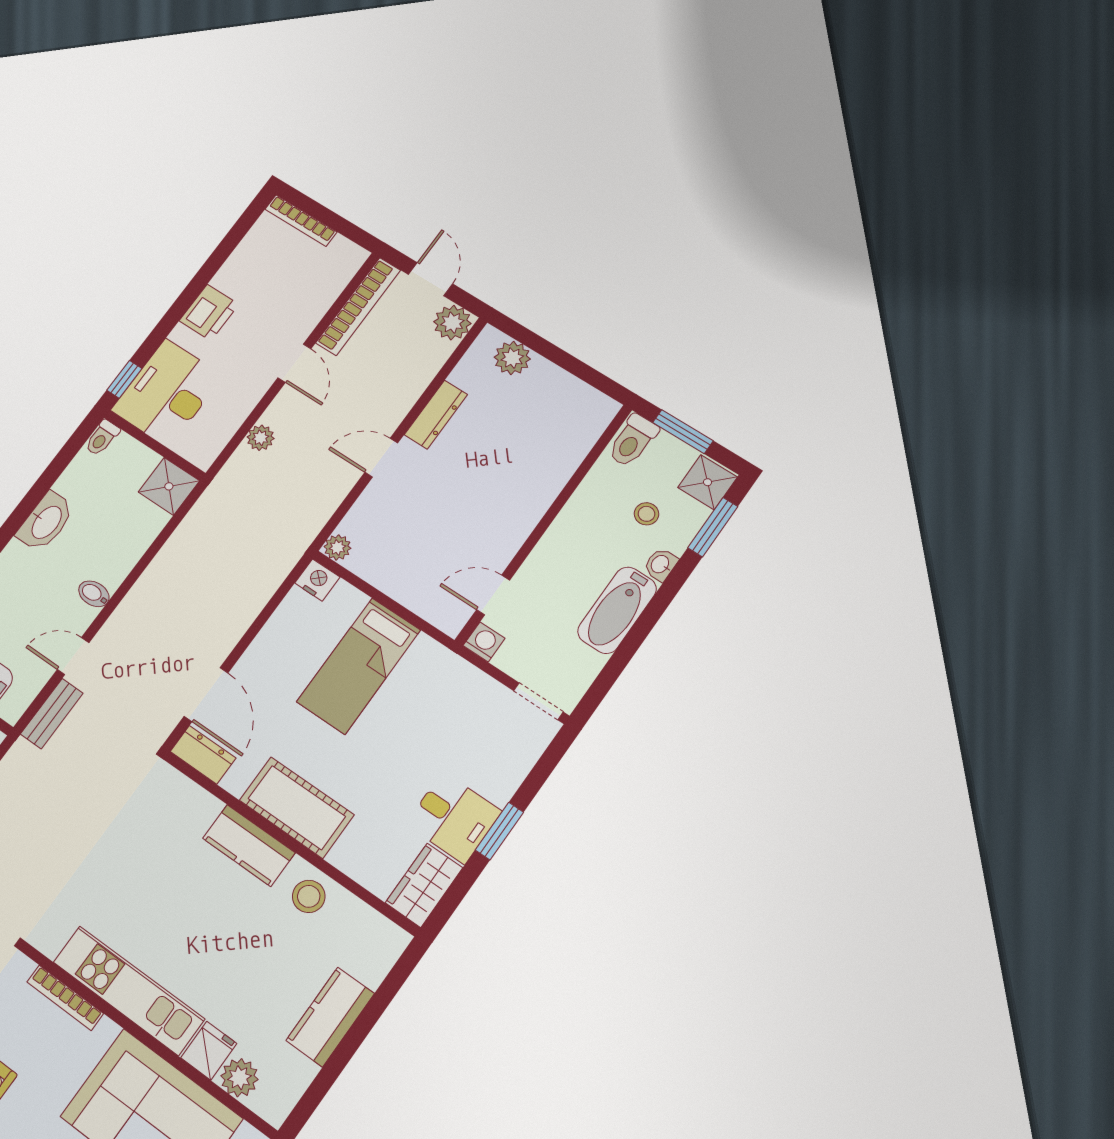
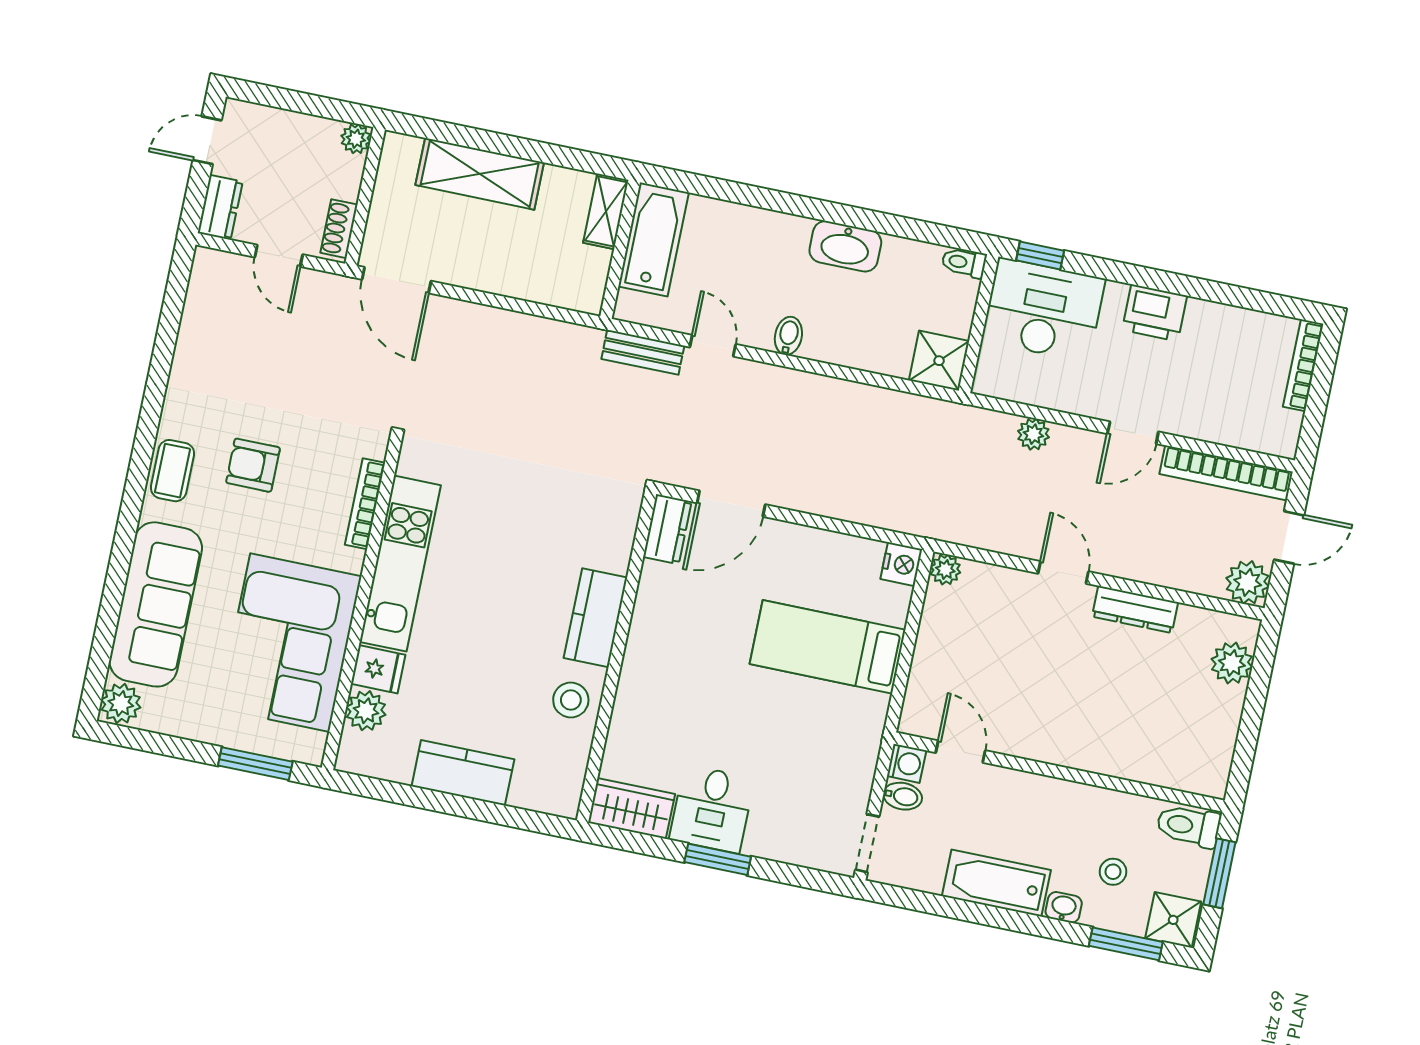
bidet: (510, 656) -> (903, 796), added
cot: (297, 807) -> (655, 649), removed

